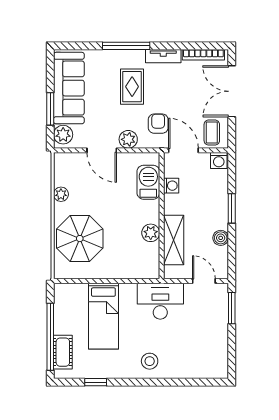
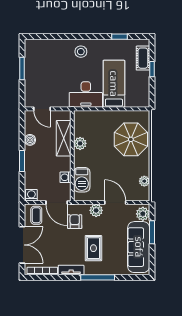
armchair: (158, 124) -> (75, 222), turned 180
plant: (61, 194) -> (144, 181), moved
desk: (160, 301) -> (86, 95), moved
window: (232, 308) -> (22, 69), moved
window: (50, 337) -> (152, 69), width x0.32

